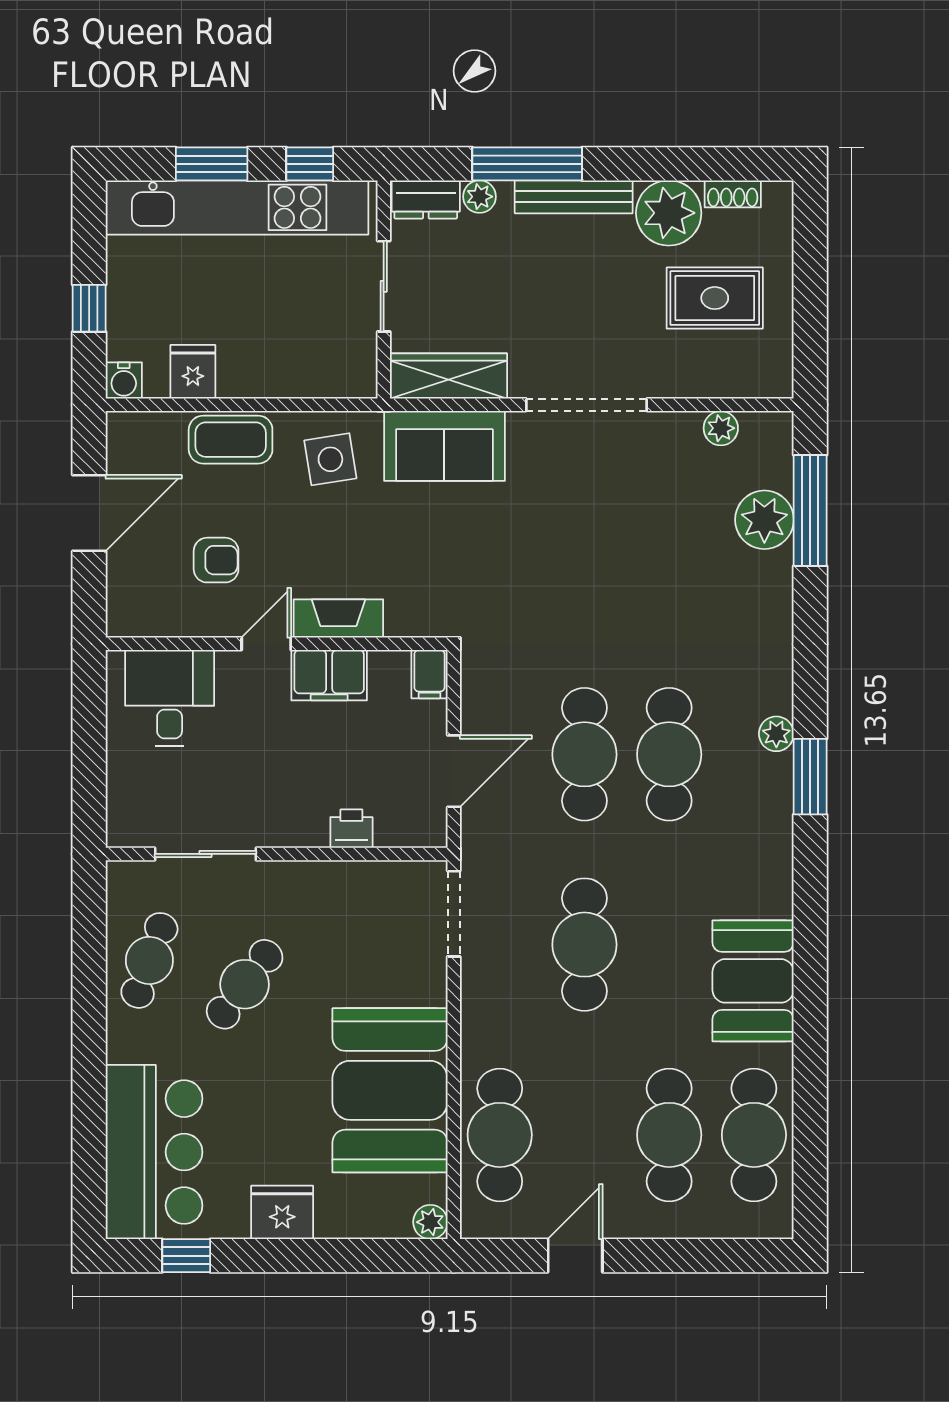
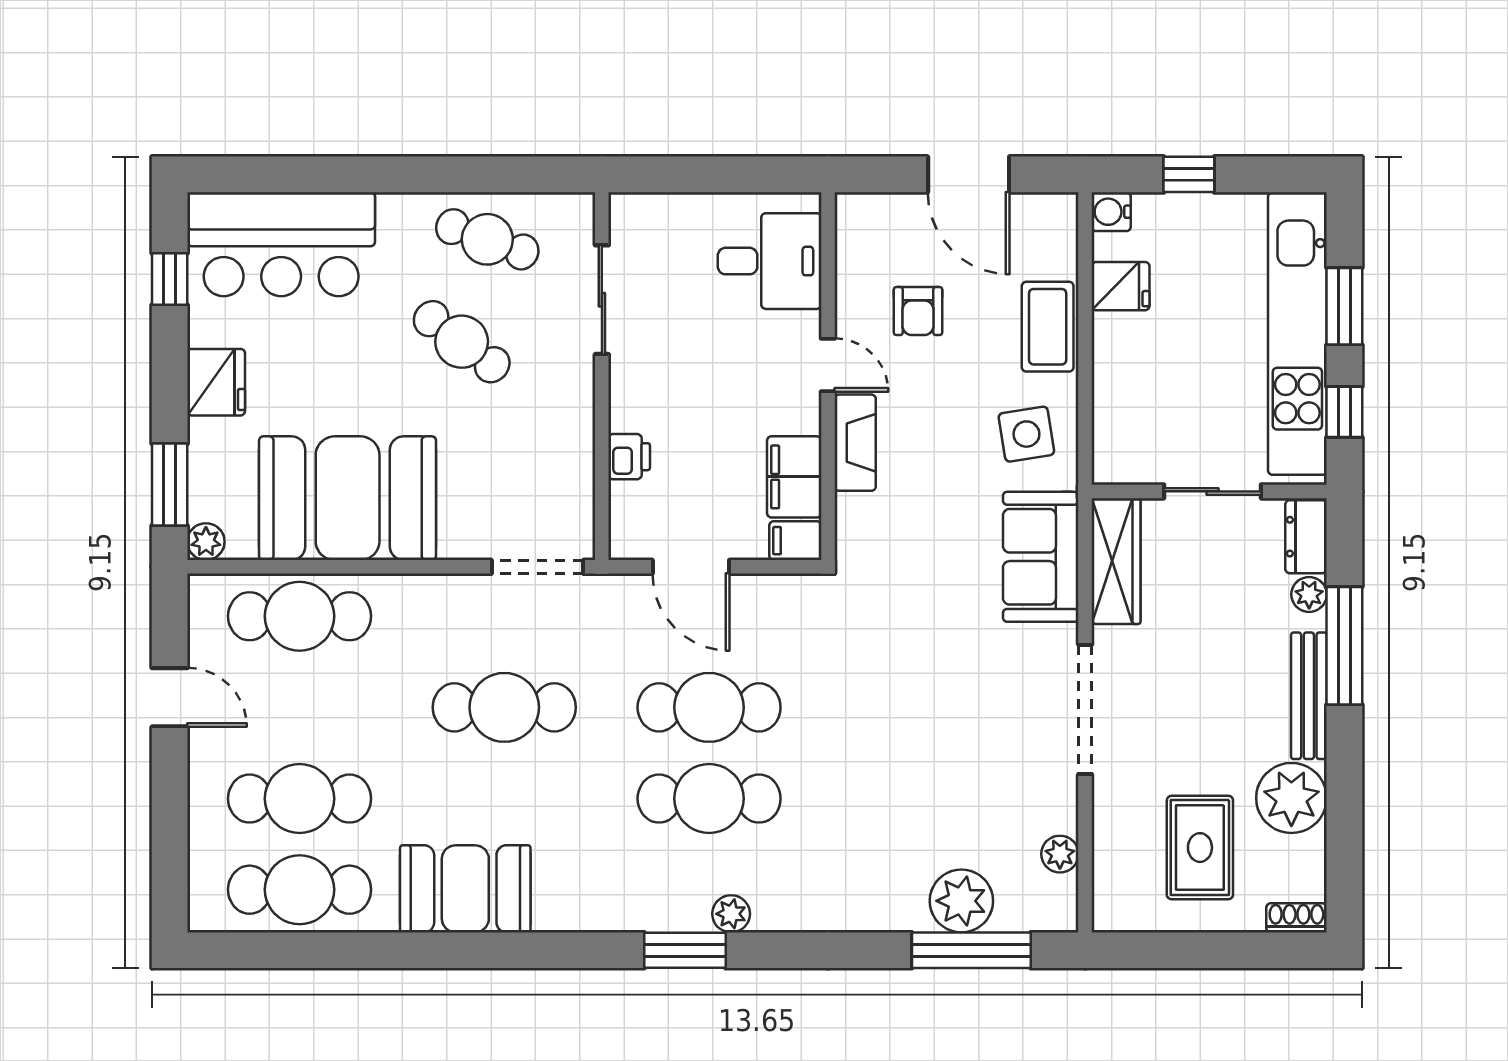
shoe rack: (733, 194) -> (1296, 918), moved, turned 90
filing cabinet: (329, 675) -> (794, 477), moved
window: (377, 1256) -> (170, 485), added

